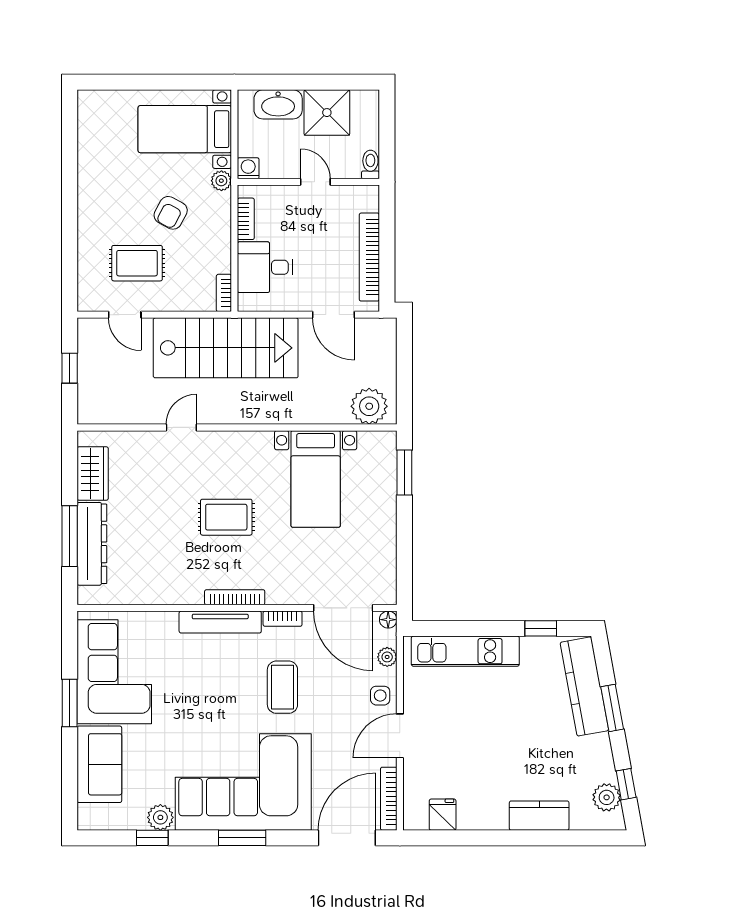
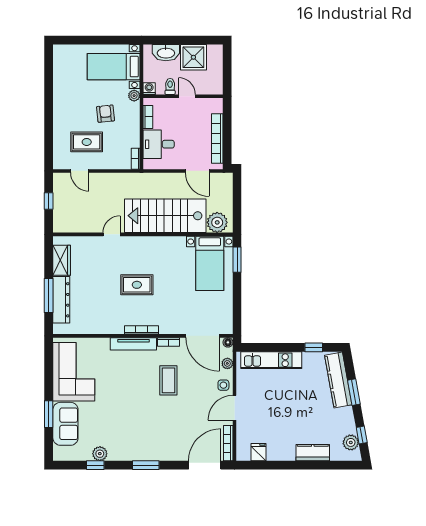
toilet: (370, 164) -> (170, 86), moved
armchair: (171, 213) -> (106, 114), turned 146
stairs: (226, 348) -> (165, 216), moved, turned 180
bed with nightstands: (316, 479) -> (210, 263), moved
window: (70, 703) -> (49, 414), moved
corner sofa: (243, 782) -> (146, 434), removed

